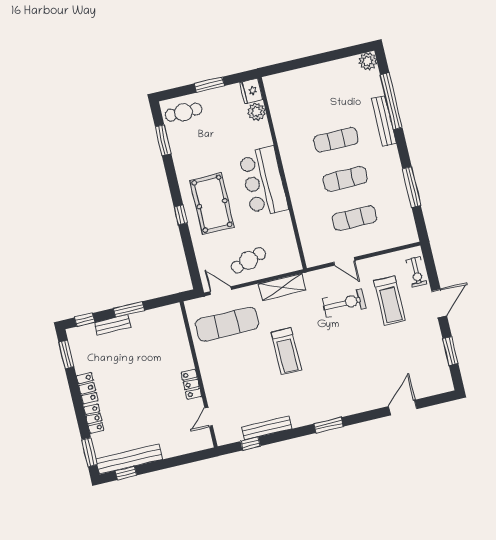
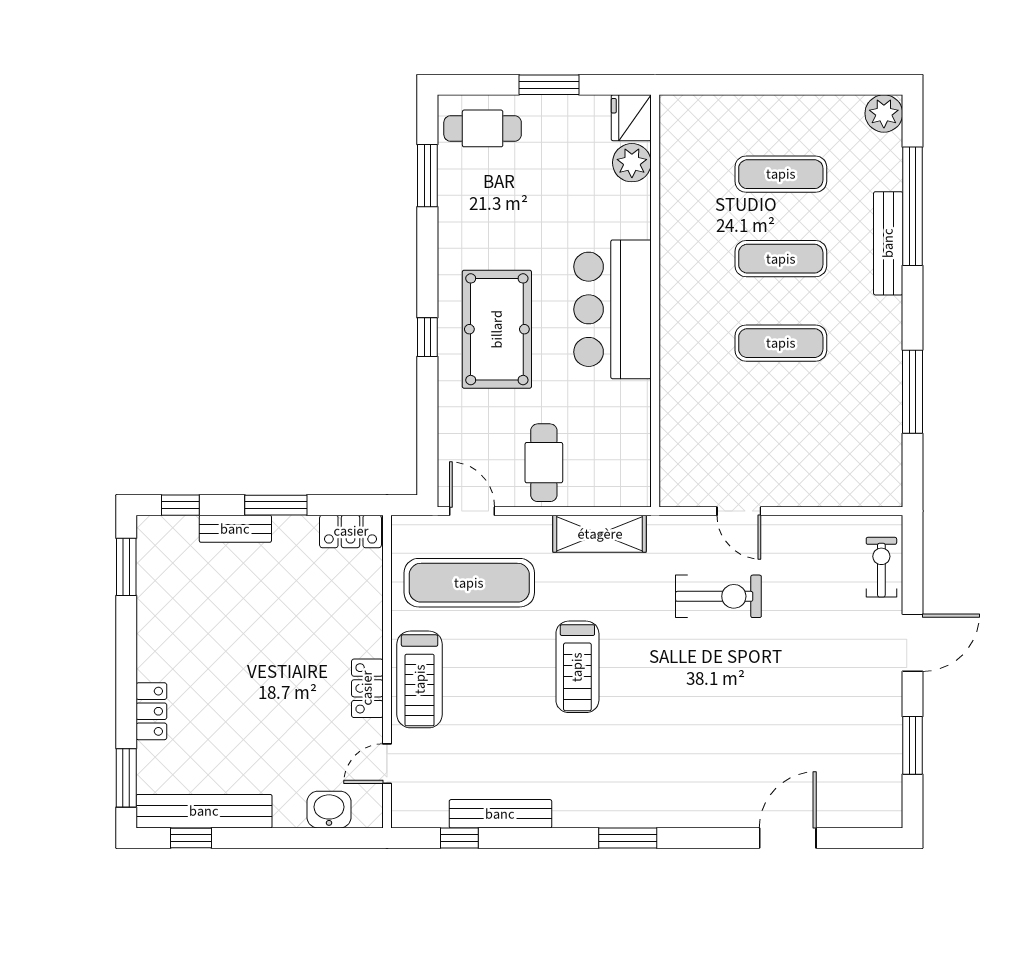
exercise mat: (354, 218) -> (781, 174), moved
cafe table: (248, 260) -> (544, 463), turned -72
exercise bike: (416, 272) -> (881, 567), turned 180
treadmill: (390, 301) -> (420, 679), moved
locker: (87, 388) -> (351, 531), moved, turned 90
washbasin: (187, 445) -> (329, 810), added

